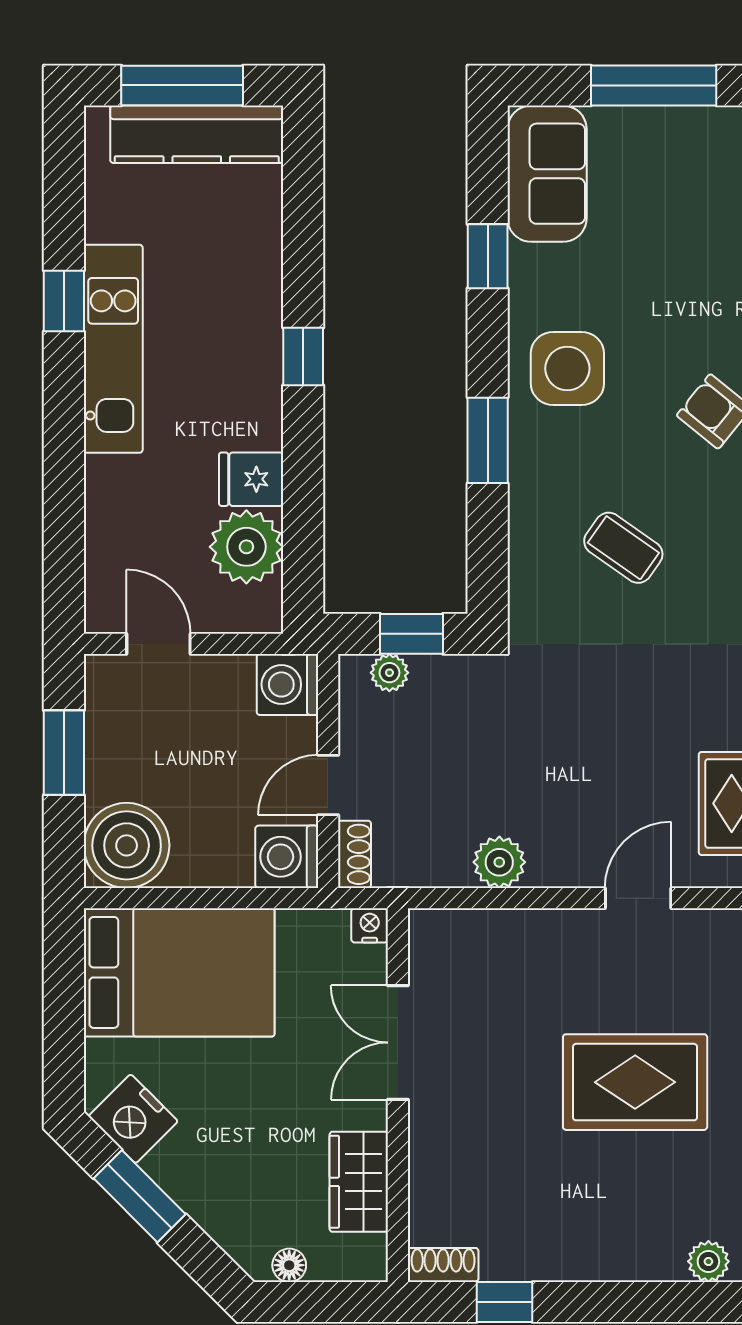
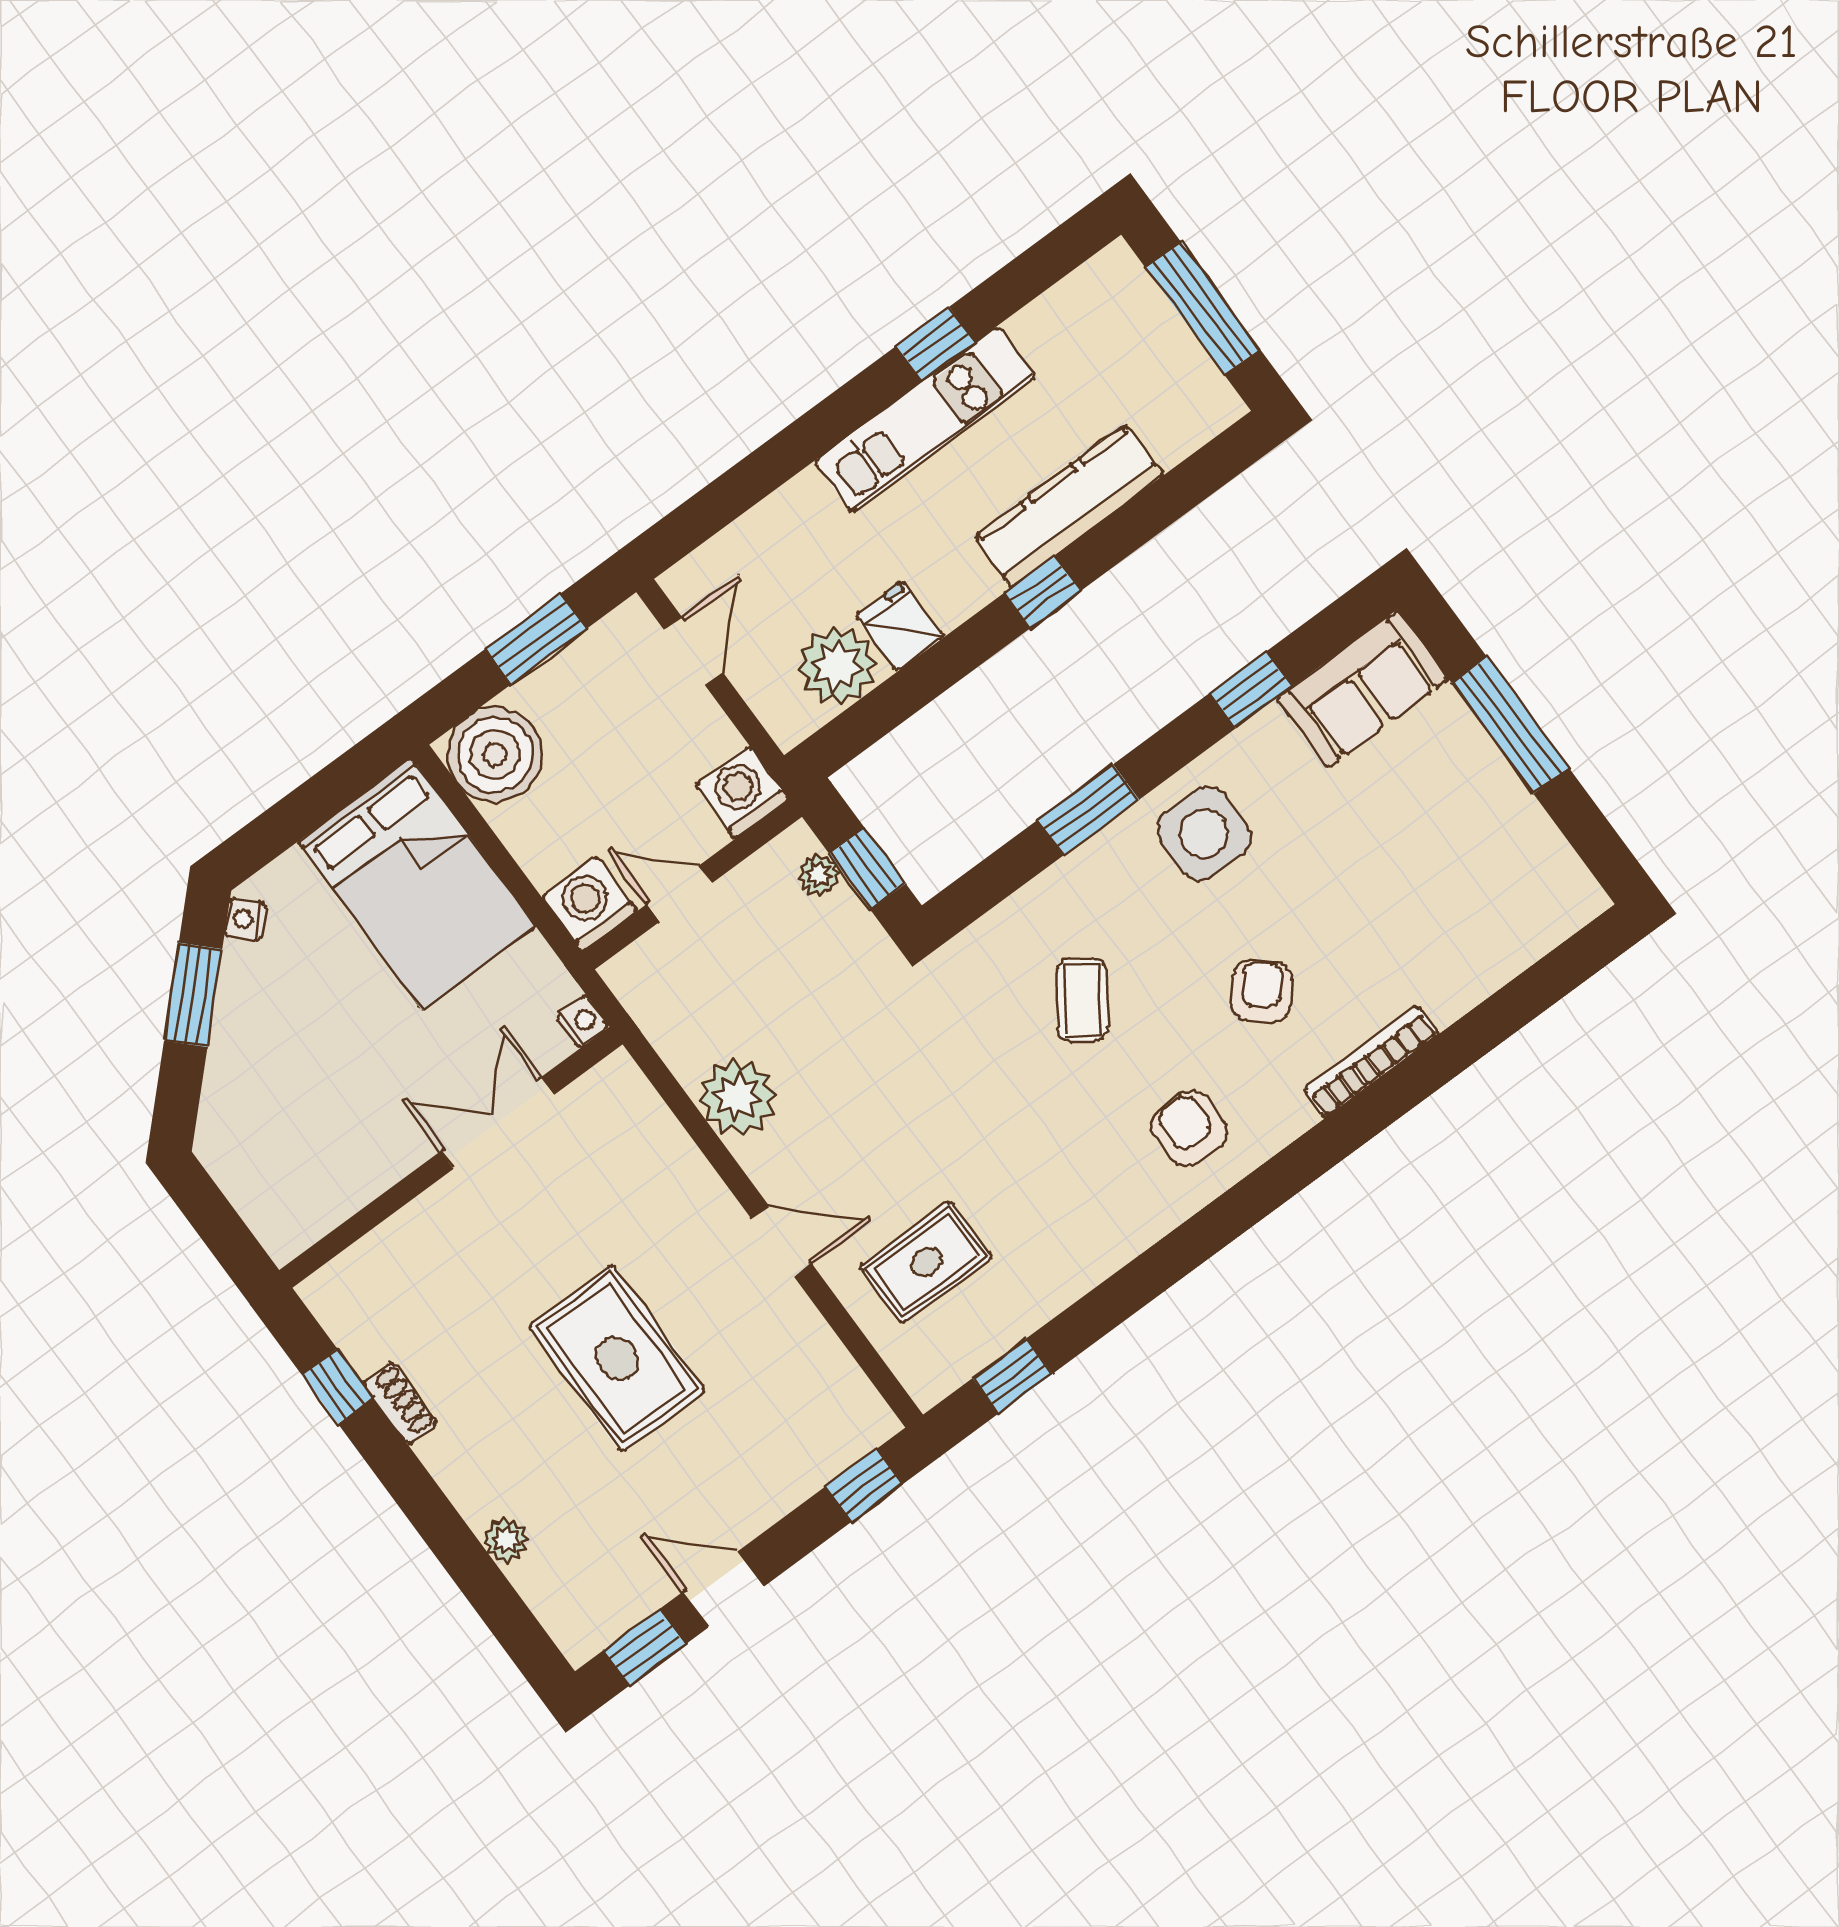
kitchen counter: (197, 134) -> (1069, 506), moved, turned 90
shoe rack: (354, 854) -> (635, 962), removed
plant: (499, 862) -> (737, 1097), width x1.36, depth x1.36
nightstand: (133, 1119) -> (245, 919), width x0.53, depth x0.56
wardrobe: (359, 1182) -> (349, 1179), removed
floor lamp: (289, 1265) -> (230, 1172), removed
shoe rack: (443, 1265) -> (400, 1403), moved

